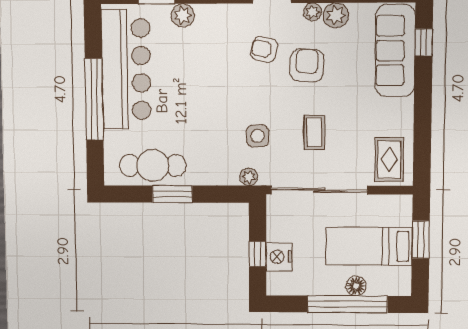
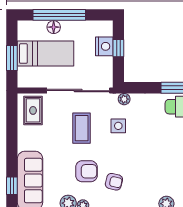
armchair: (307, 65) -> (86, 171), turned -93
coffee table: (314, 132) -> (82, 128), width x1.36, depth x1.30

